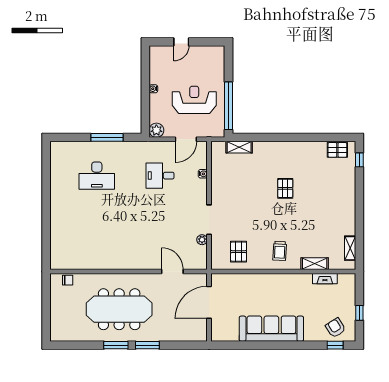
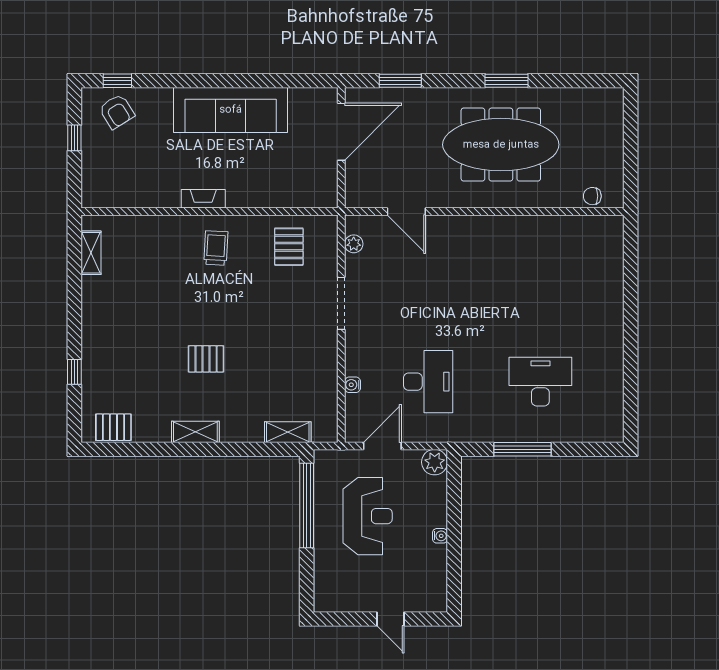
door: (181, 42) -> (390, 619), swing flipped
reception desk: (194, 100) -> (368, 516), turned -90
window: (359, 160) -> (74, 372), moved
desk: (160, 176) -> (428, 382), width x1.37
pallet: (285, 188) -> (206, 359), turned 90
plant: (202, 240) -> (354, 244), moved
shelving: (315, 264) -> (195, 432), moved
fireplace: (325, 279) -> (203, 199), moved
door: (209, 302) -> (341, 132), moved
window: (147, 345) -> (400, 81), moved

